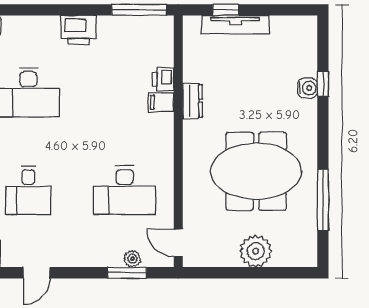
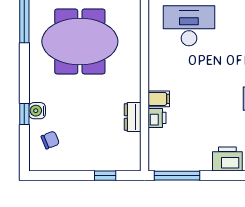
tv unit: (235, 25) -> (97, 163), removed
chair: (292, 53) -> (50, 140), added
dresser: (193, 101) -> (133, 117), moved

